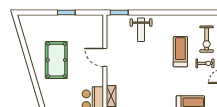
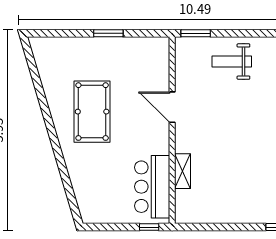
weight bench: (141, 30) -> (232, 62), turned 90

